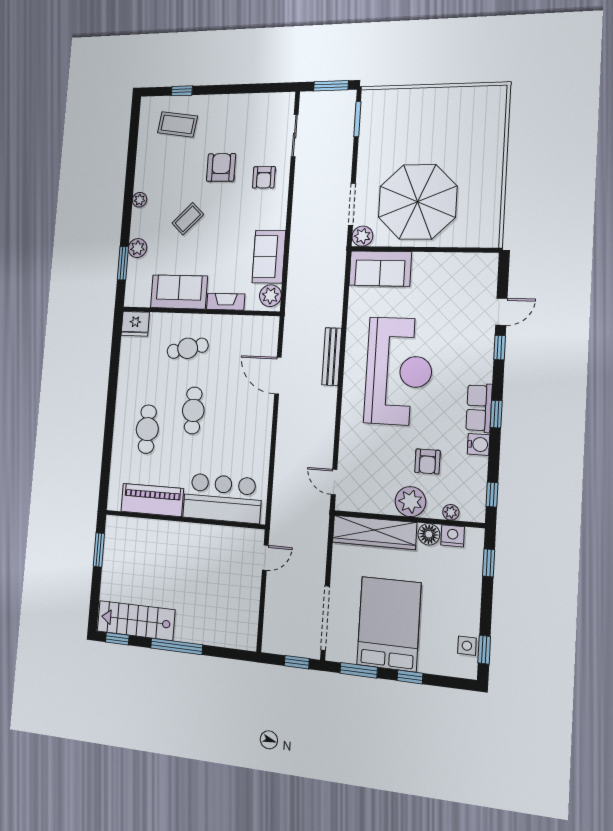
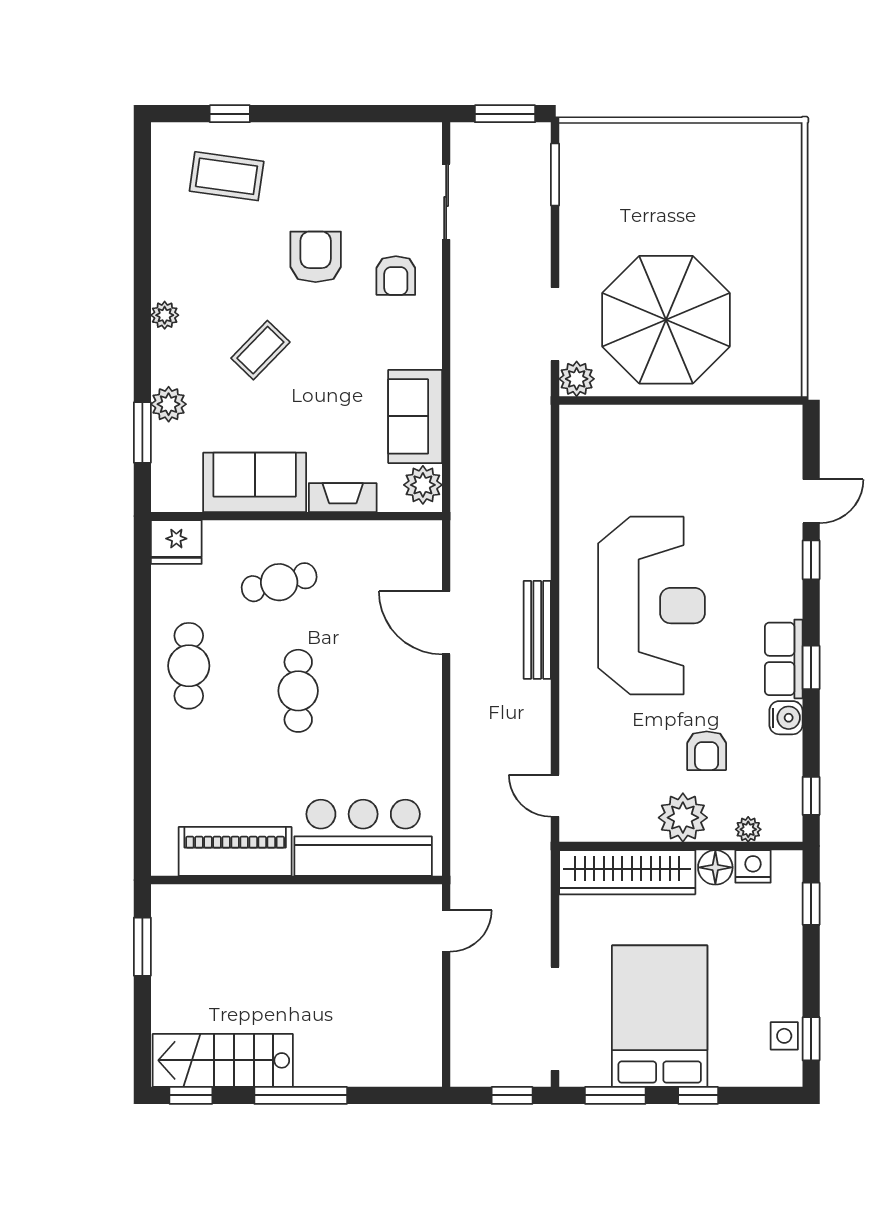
sofa: (380, 269) -> (610, 434), removed
bench: (332, 357) -> (537, 630), moved
cafe table: (147, 429) -> (189, 666), moved

